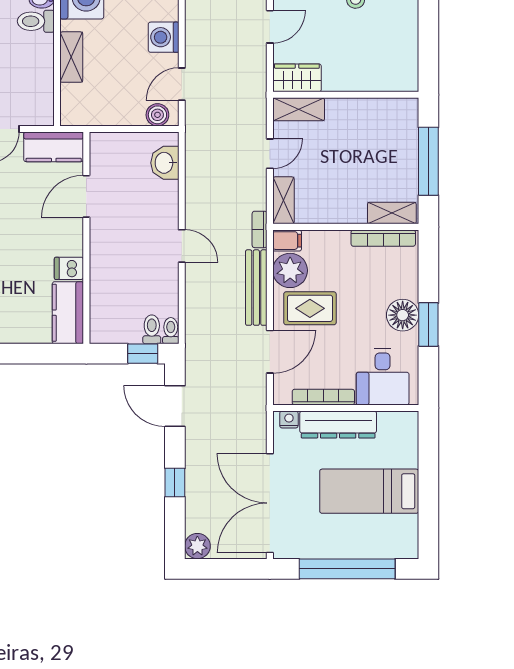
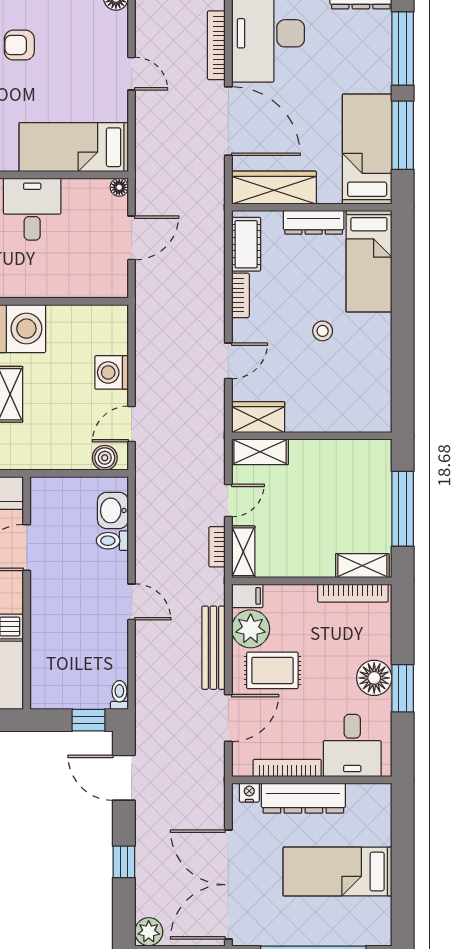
bookcase: (260, 229) -> (217, 547), moved
toilet: (152, 329) -> (112, 541), moved, turned -90

